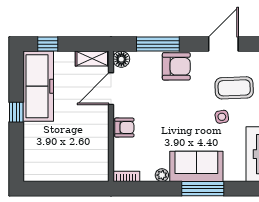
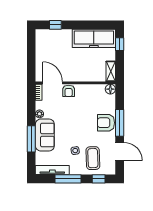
window: (158, 44) -> (120, 123), moved
armchair: (176, 66) -> (106, 123), turned 90
door: (111, 89) -> (53, 83), moved
window: (16, 112) -> (55, 25), moved

